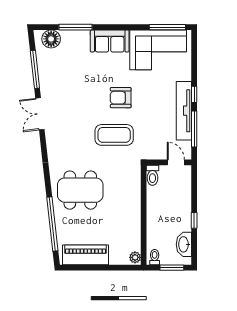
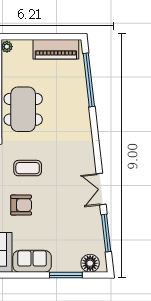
double door: (40, 114) -> (101, 189), swing flipped
coffee table: (114, 135) -> (28, 168), width x0.73, depth x0.76
dining table: (80, 190) -> (23, 109), moved, turned 90

